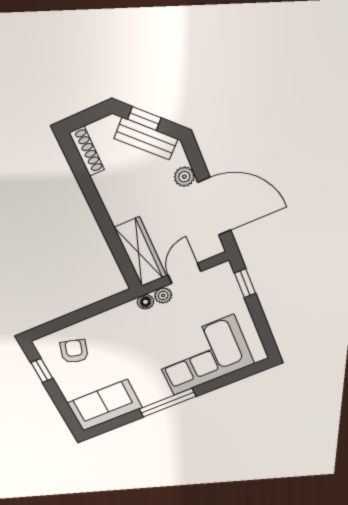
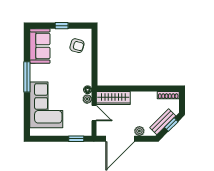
window: (42, 371) -> (62, 26), moved

